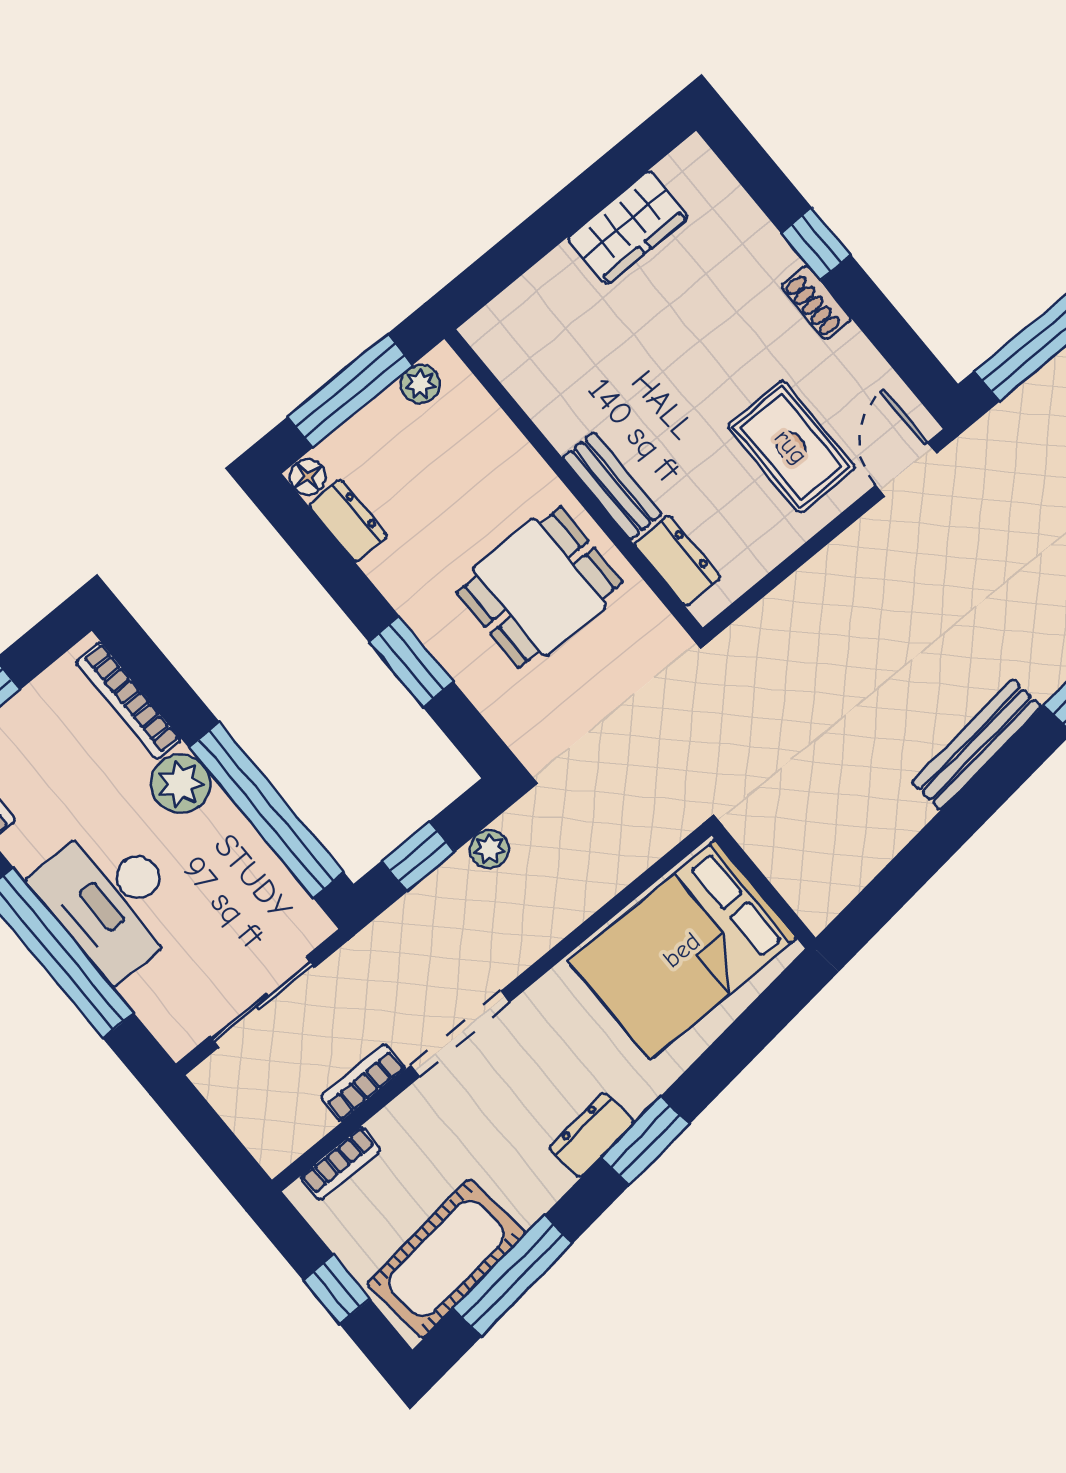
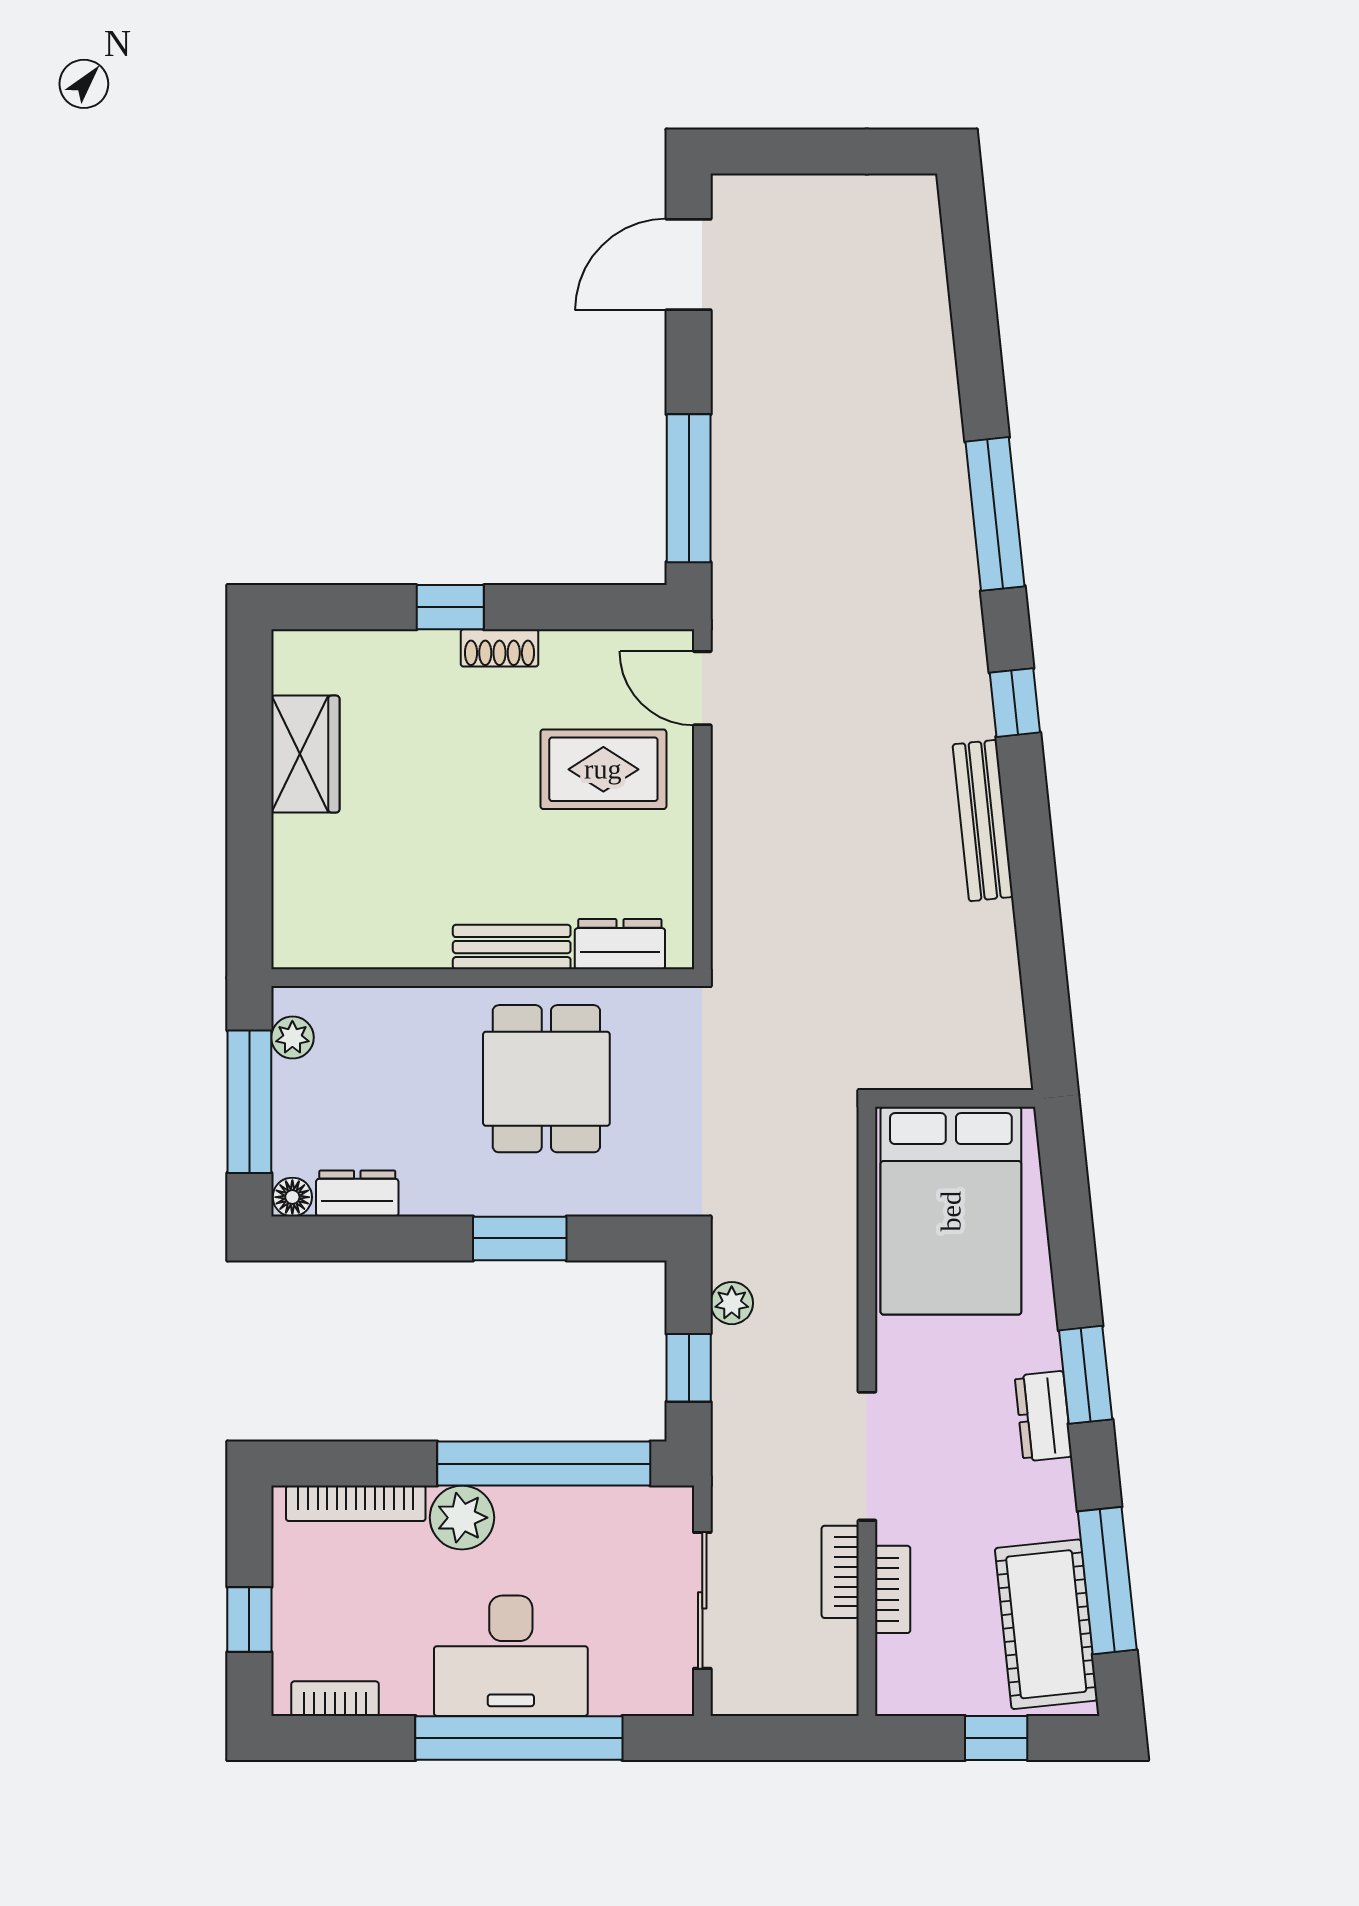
bookcase: (341, 1163) -> (893, 1589), moved

